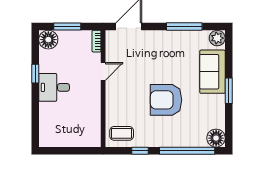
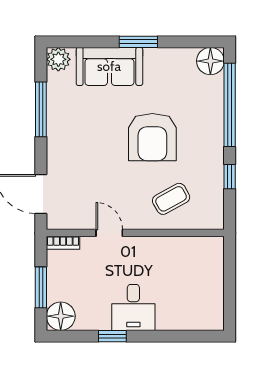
coffee table: (122, 133) -> (171, 199), moved, turned 61

